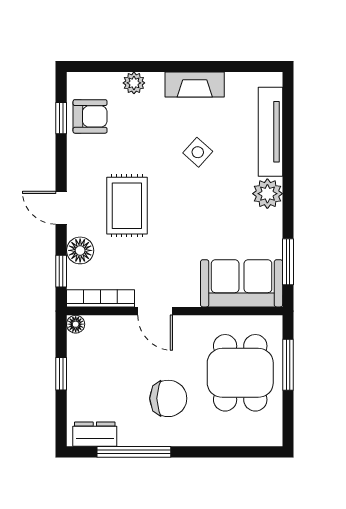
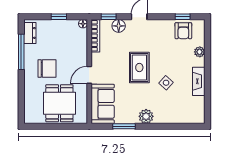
tv unit: (270, 132) -> (176, 118), removed
rug: (127, 206) -> (139, 68), moved, turned 90
window: (288, 262) -> (124, 126), moved
door: (155, 311) -> (89, 75), moved
window: (288, 365) -> (63, 126), removed
dining table: (240, 373) -> (59, 103), turned 90
chair: (168, 398) -> (47, 68), turned -90

